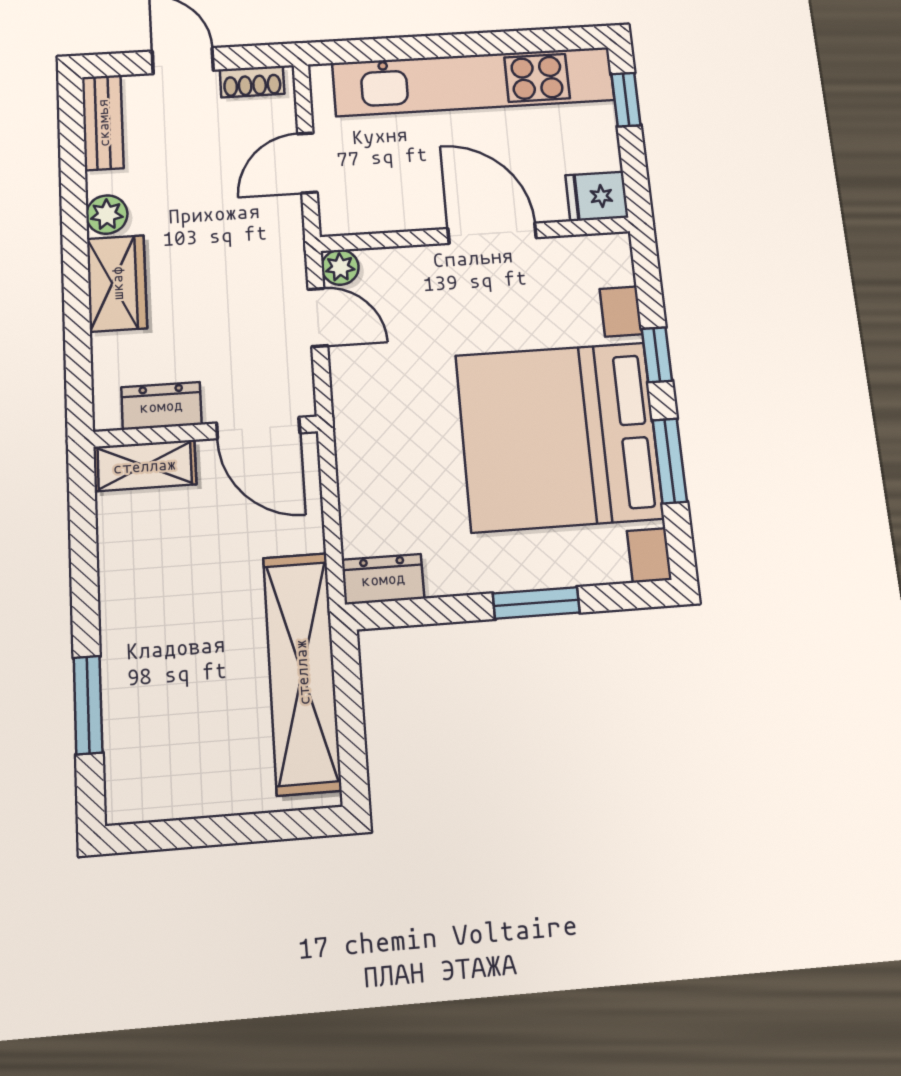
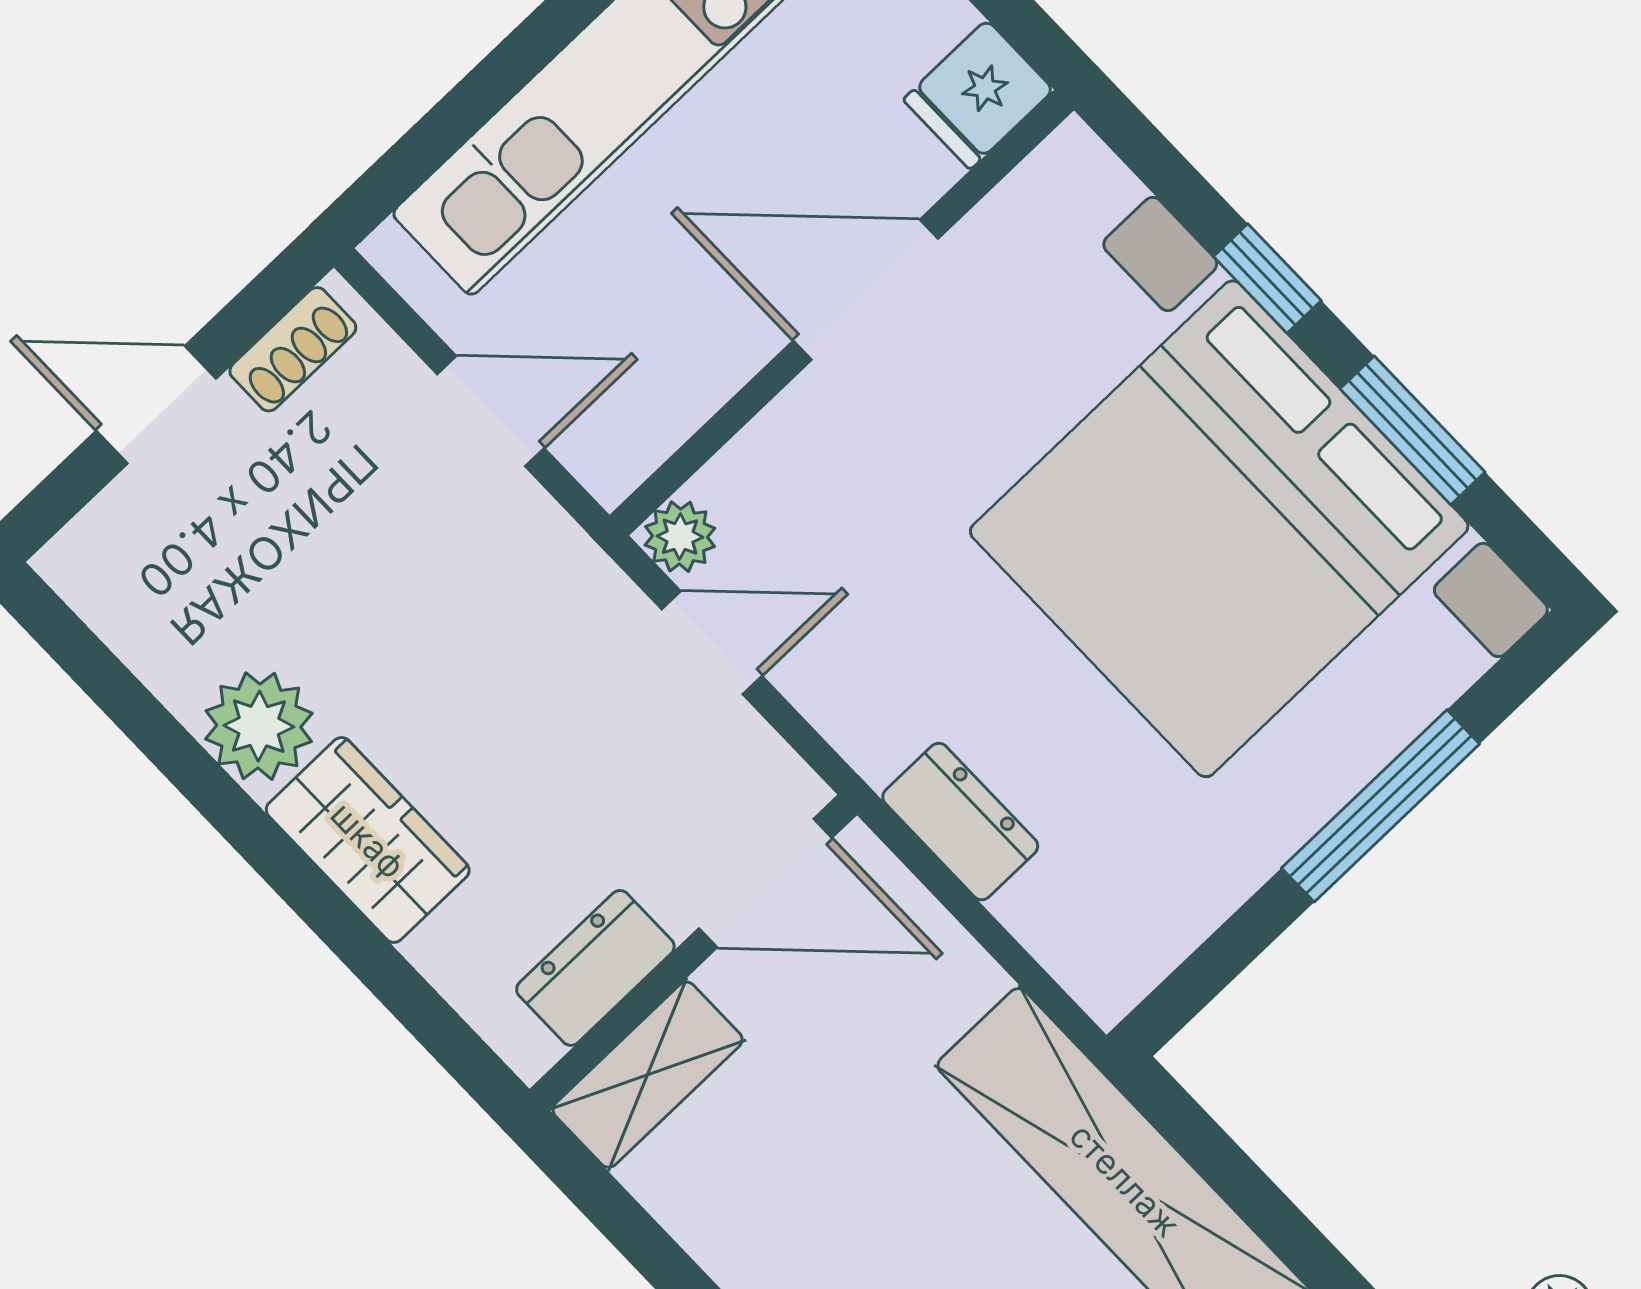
bench: (103, 123) -> (123, 608), removed
door: (307, 163) -> (491, 411), swing flipped
plant: (107, 215) -> (259, 726), width x1.38, depth x1.38
dresser: (383, 579) -> (960, 822), moved, turned 90
window: (536, 603) -> (1381, 806), width x1.44

